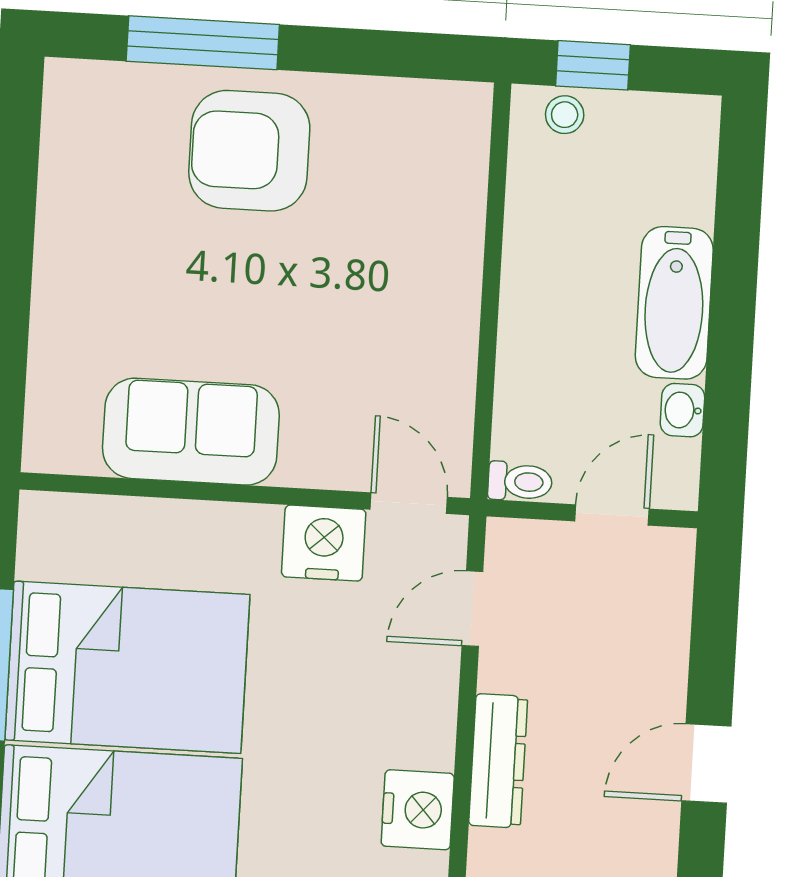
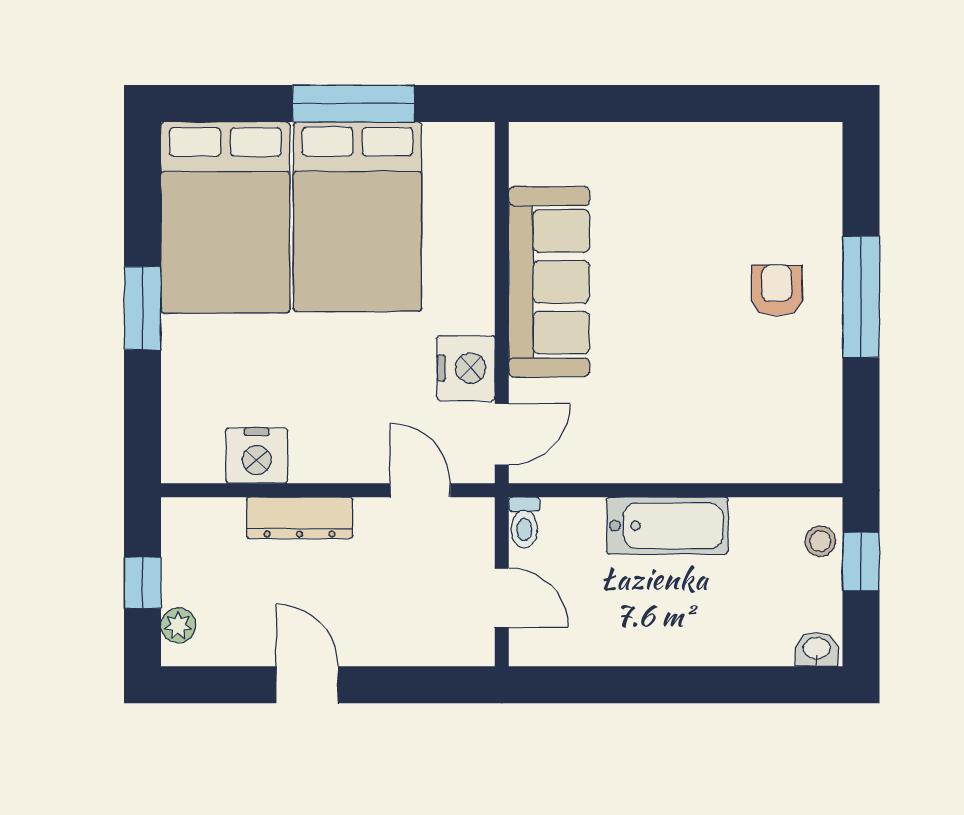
window: (203, 43) -> (861, 297), moved
armchair: (249, 151) -> (777, 290), width x0.53, depth x0.53
bathtub: (674, 303) -> (667, 526), moved, turned 180
washbasin: (682, 410) -> (817, 649), moved
sofa: (191, 432) -> (549, 282), width x1.36

